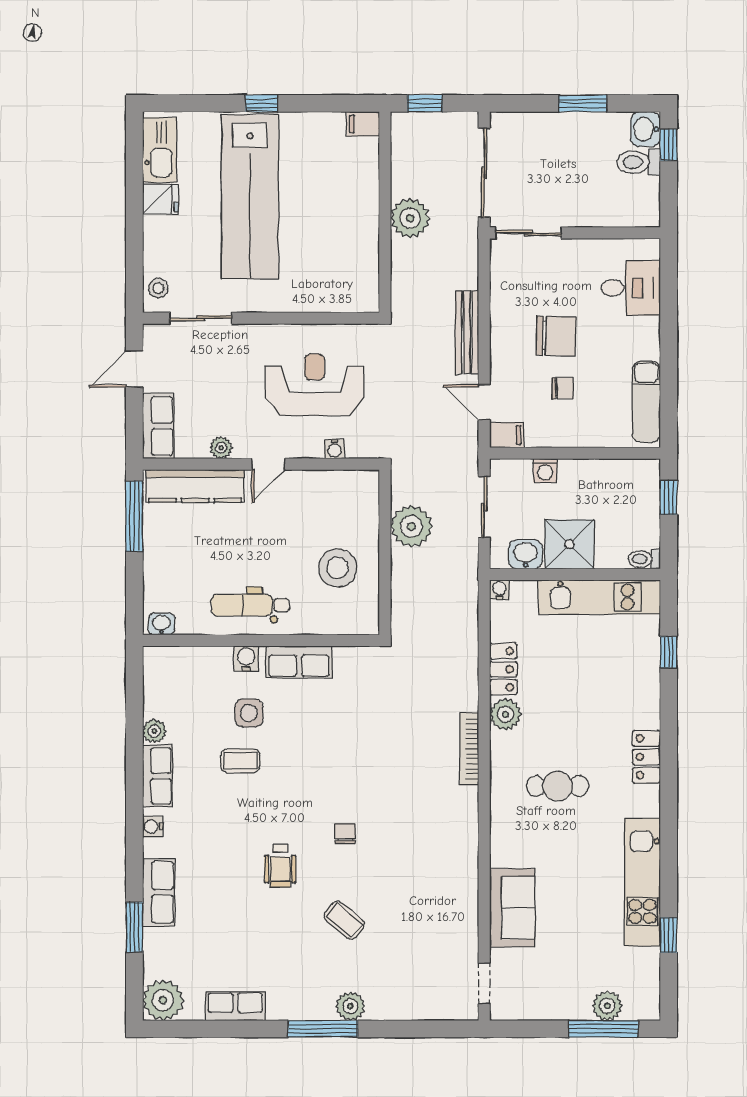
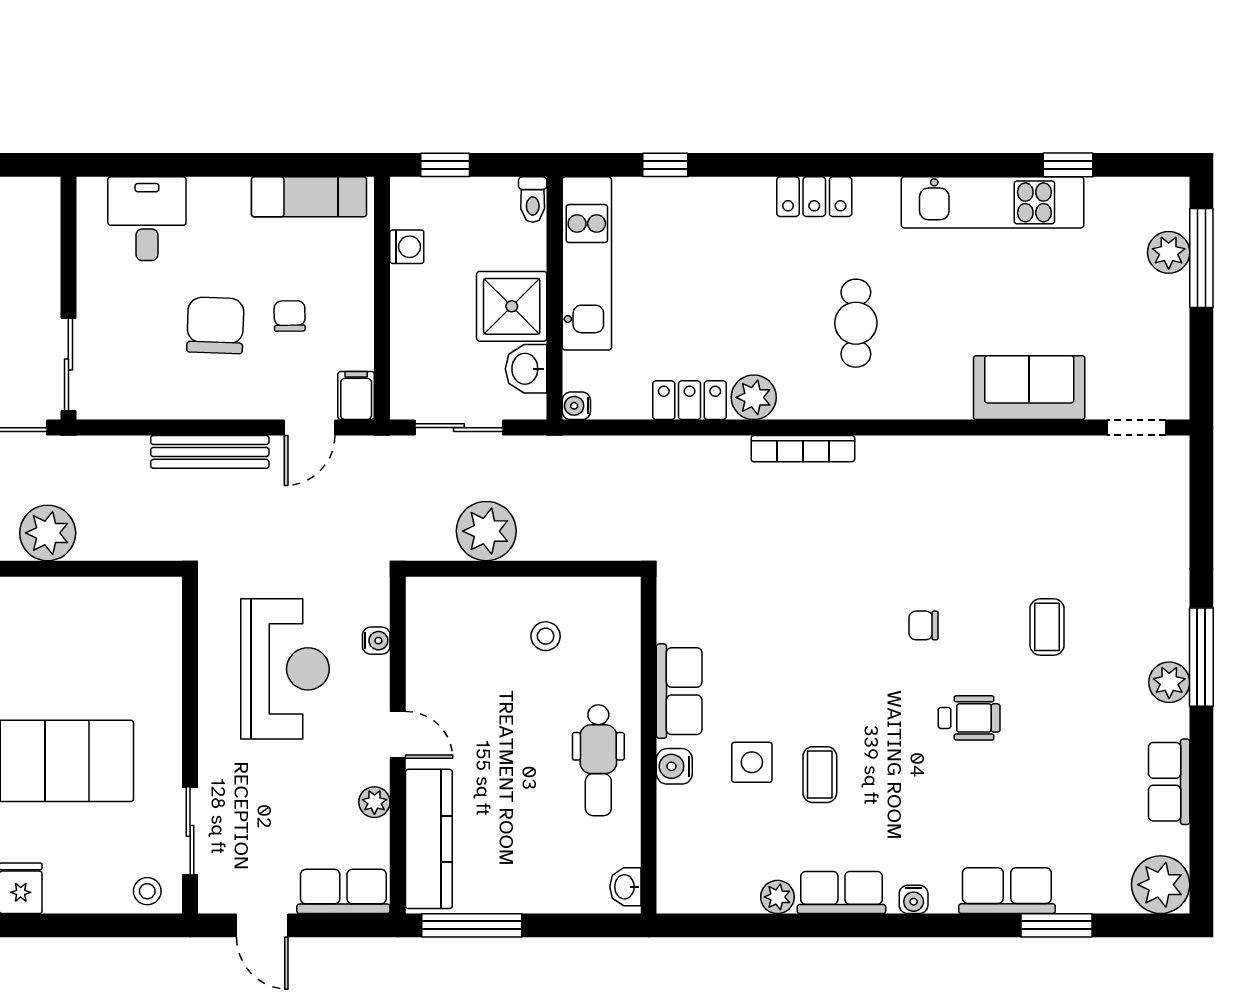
reception desk: (315, 385) -> (285, 669), turned 180
washing machine: (545, 471) -> (407, 247), moved
stool: (338, 568) -> (546, 636), width x0.53, depth x0.53
coffee table: (344, 920) -> (1047, 627), turned -40
plant: (350, 1006) -> (1169, 682), moved

